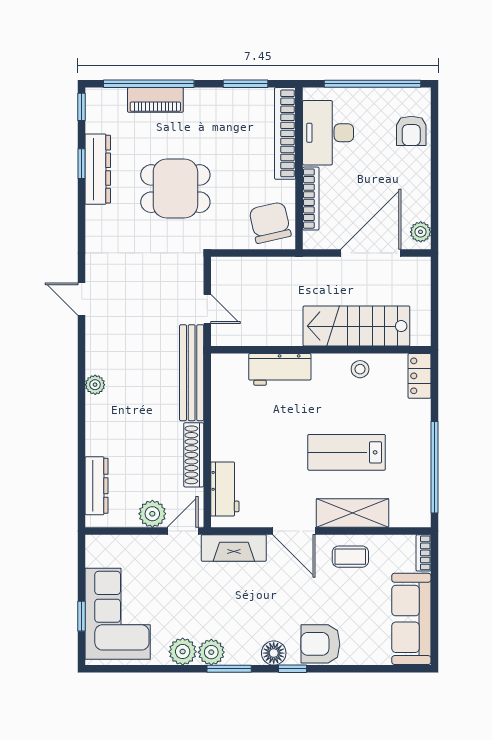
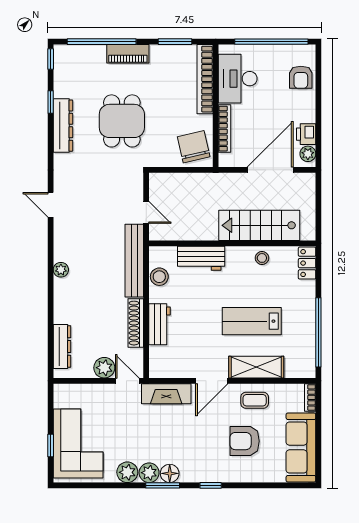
piano: (155, 100) -> (128, 54), moved
dresser: (98, 169) -> (63, 126), moved
dining table: (175, 189) -> (122, 121), turned 90
printer: (418, 206) -> (306, 134), added
stool: (225, 394) -> (159, 277), added
workbench: (225, 489) -> (159, 324), moved
door: (183, 531) -> (127, 381), hinge flipped
door: (294, 531) -> (212, 381), hinge flipped
armchair: (320, 644) -> (245, 441), moved
floor lamp: (274, 653) -> (170, 473), moved

